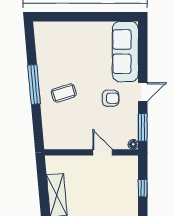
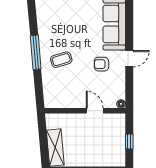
armchair: (111, 98) -> (101, 64), turned 180
window: (143, 127) -> (129, 89), removed

